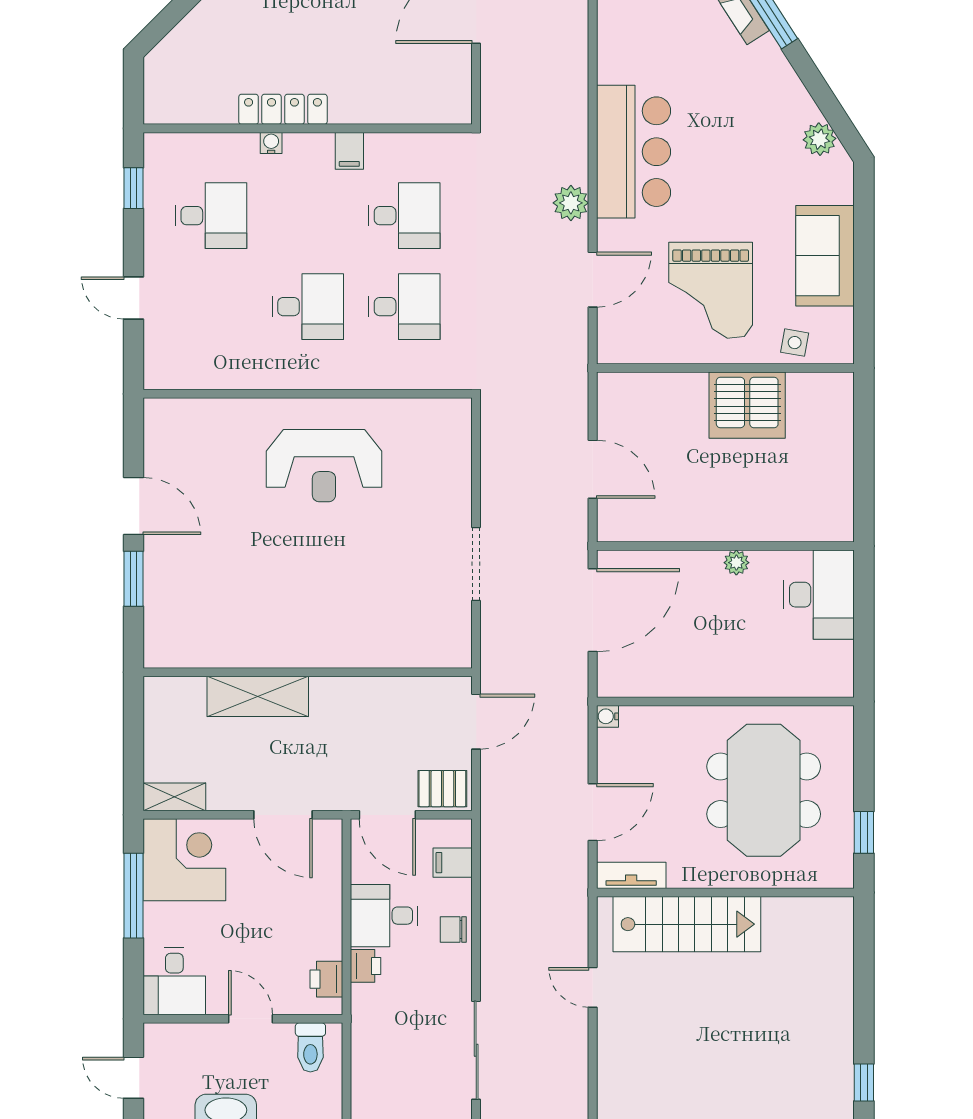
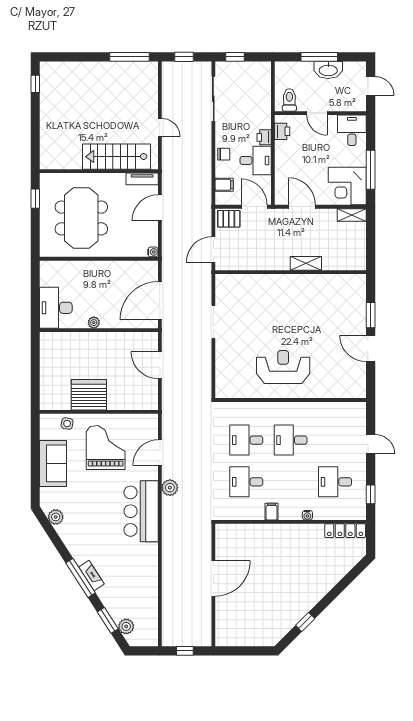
locker: (283, 109) -> (345, 531), moved
shelving: (258, 696) -> (306, 263), width x0.67, depth x0.75

